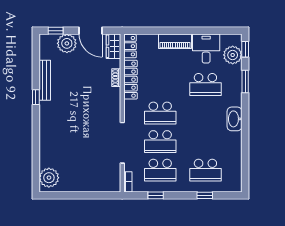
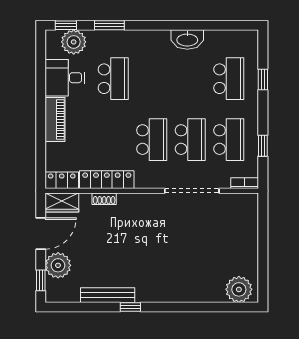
washbasin: (234, 119) -> (187, 39), moved

